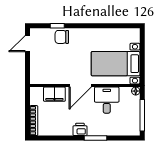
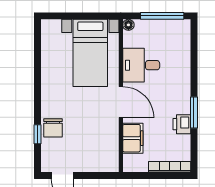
printer: (80, 129) -> (182, 124), moved
window: (96, 138) -> (194, 113), moved

